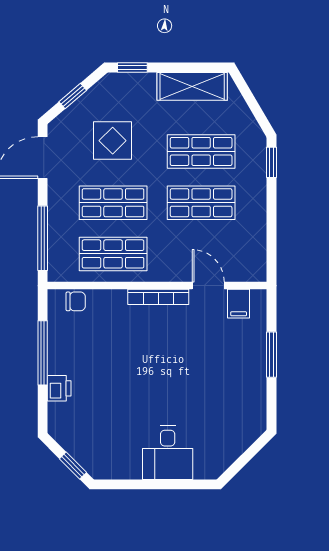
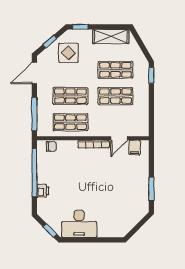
display table: (113, 141) -> (69, 53), moved
door: (208, 286) -> (119, 138), swing flipped
window: (43, 353) -> (34, 173), width x1.46
window: (272, 355) -> (151, 189), moved
desk: (168, 453) -> (79, 224), moved, width x1.37

